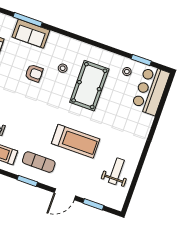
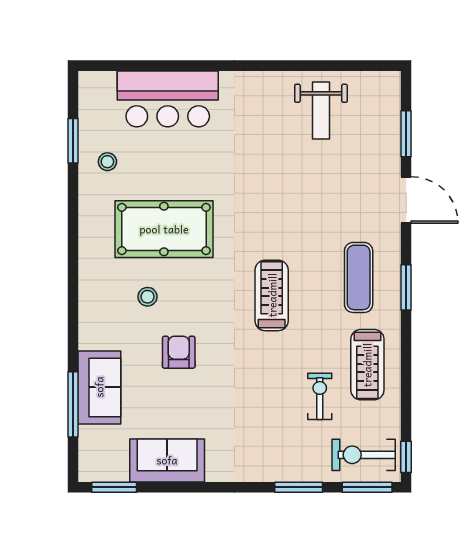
bar counter: (151, 90) -> (168, 99), moved
treadmill: (76, 141) -> (272, 295), moved, width x0.73, depth x0.73
weight bench: (116, 171) -> (321, 111), turned -90

